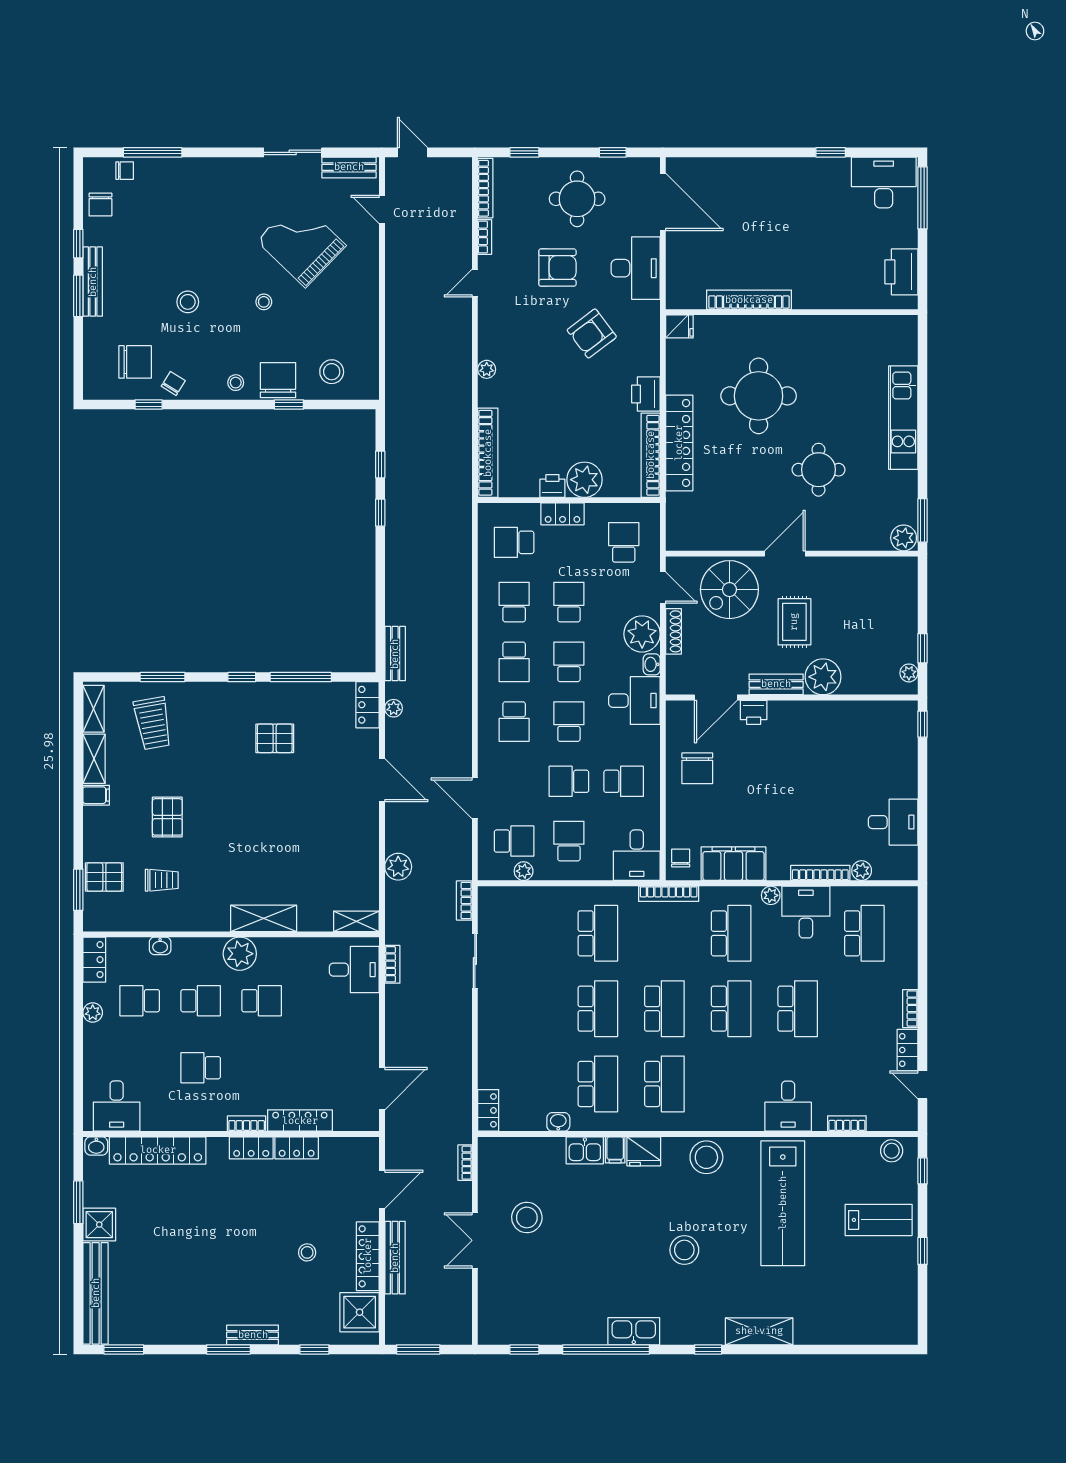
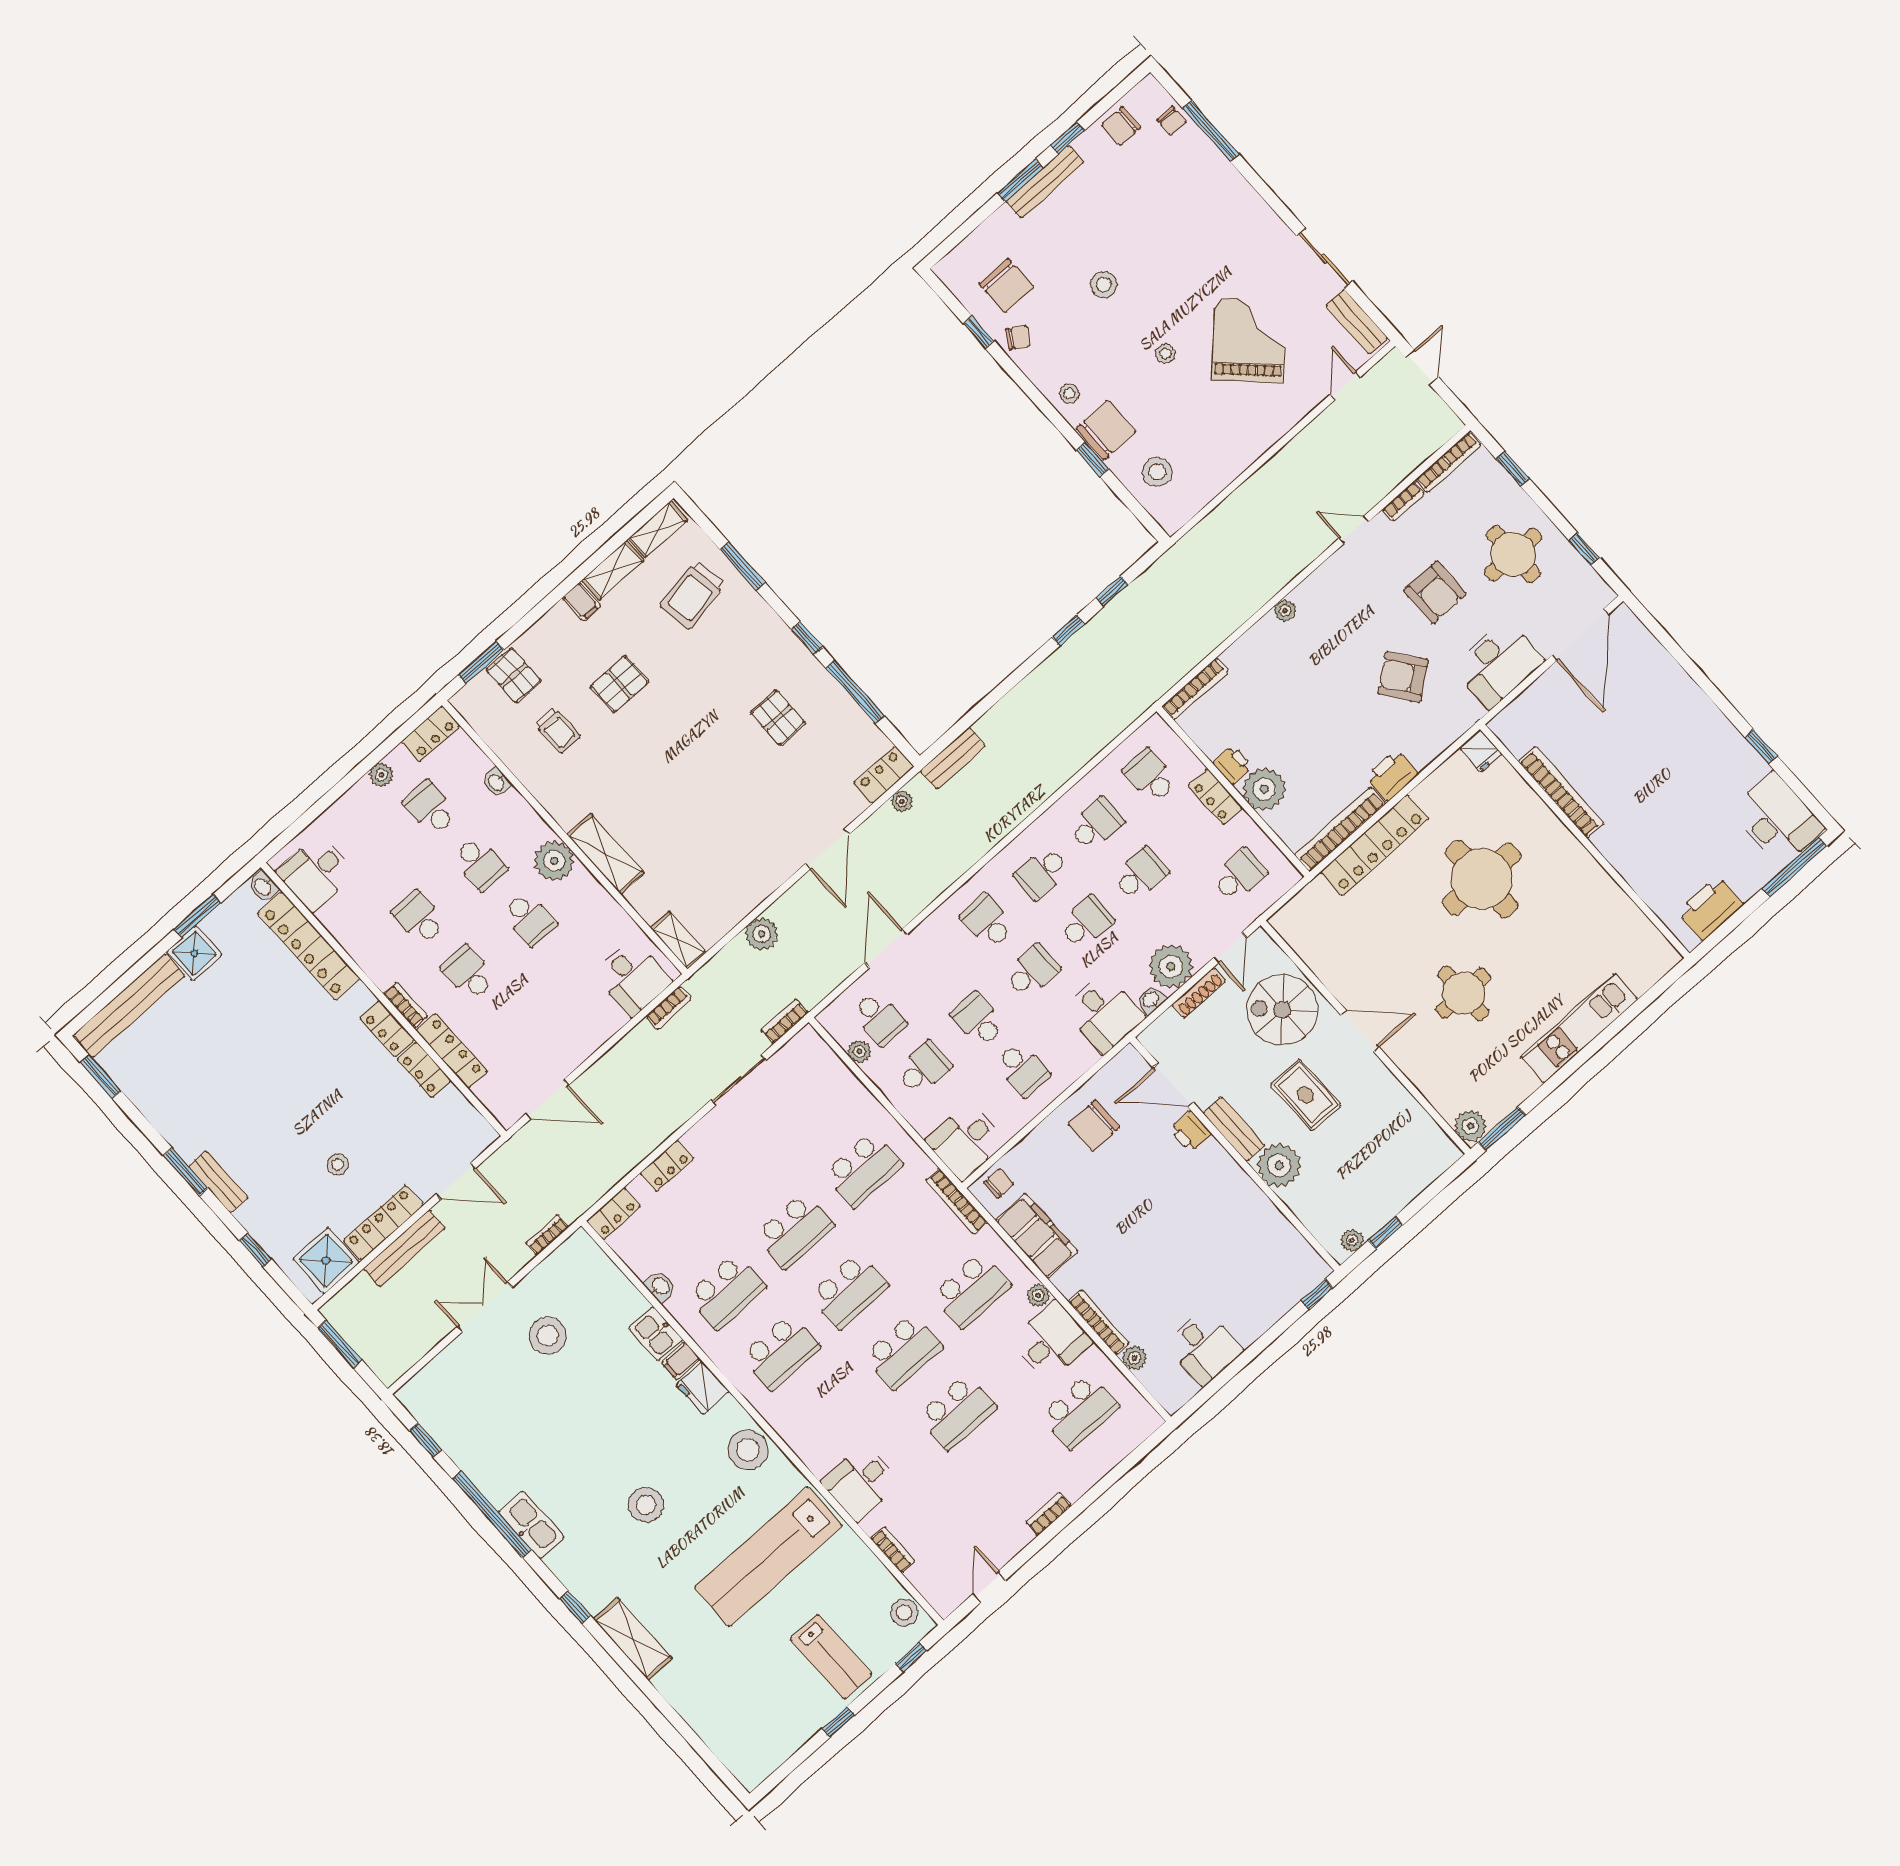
bookcase: (488, 453) -> (1195, 689), width x0.68, depth x0.76
rug: (794, 622) -> (1306, 1095), turned 90
school desk: (514, 722) -> (988, 921), turned 90
locker: (907, 1050) -> (667, 1166), moved, turned 180
school desk: (262, 1068) -> (468, 973), added

